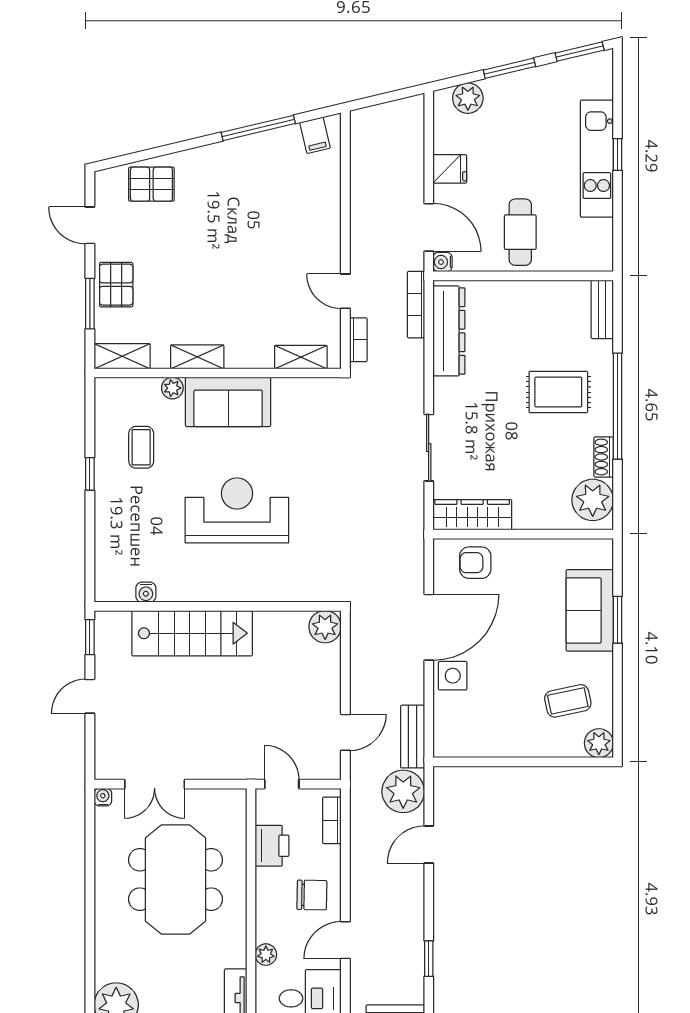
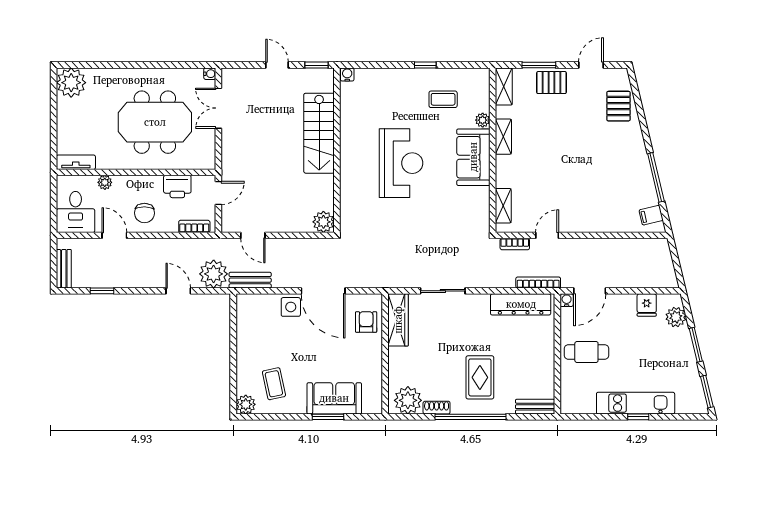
fridge: (450, 169) -> (647, 305), moved
water cooler: (146, 592) -> (347, 74), moved, turned 90

